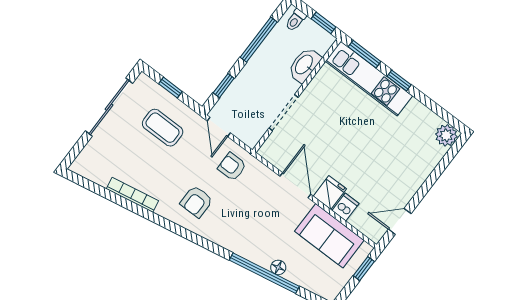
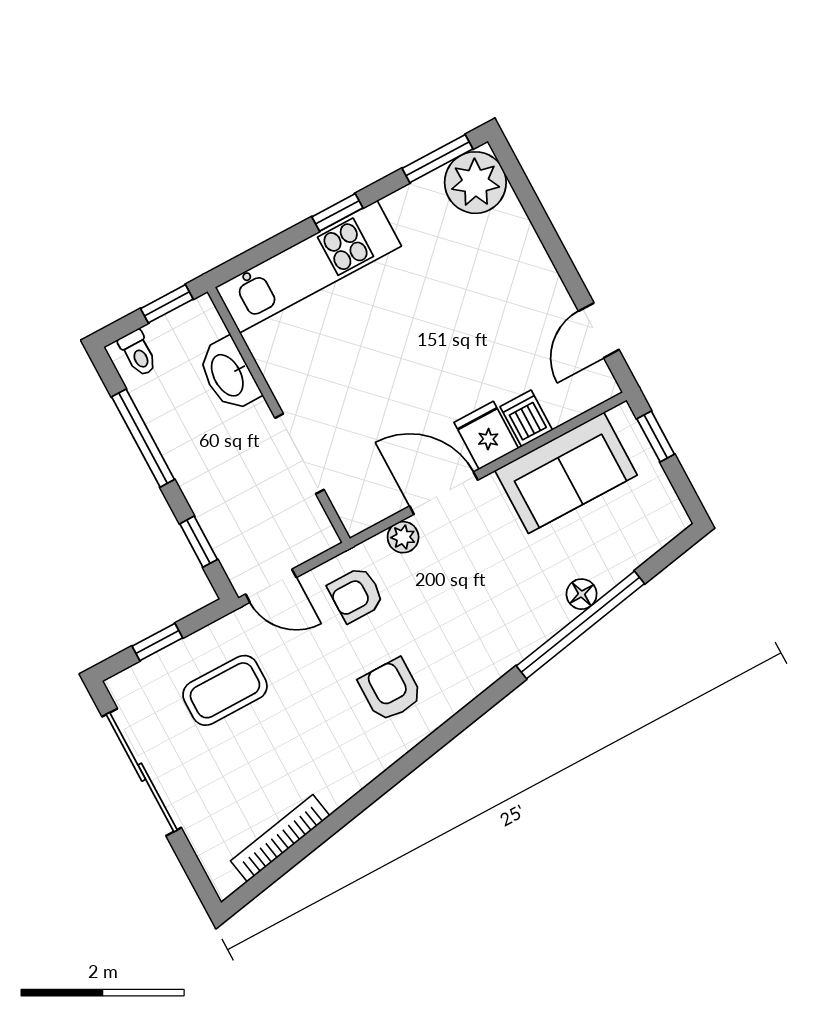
window: (365, 54) -> (438, 159), moved
plant: (446, 135) -> (475, 183), width x1.36, depth x1.36
plant: (267, 176) -> (403, 537), added
bookcase: (132, 195) -> (280, 838), moved
armchair: (197, 202) -> (391, 690), turned 180

